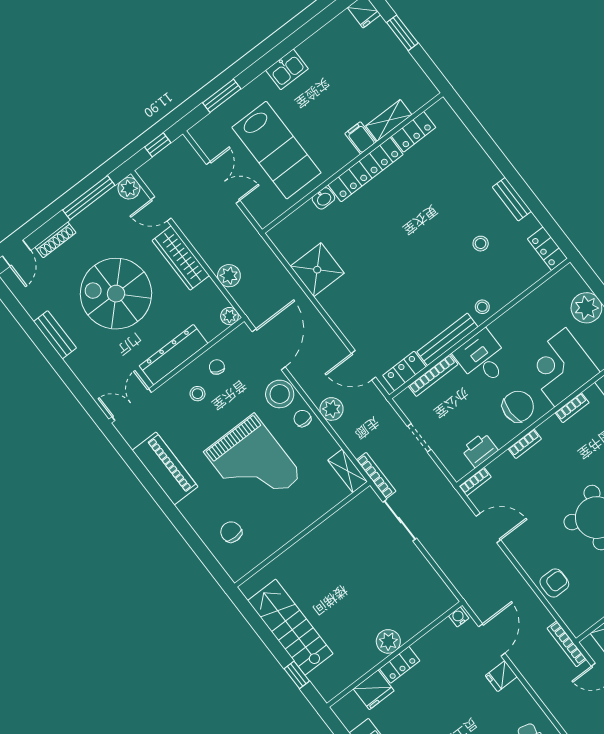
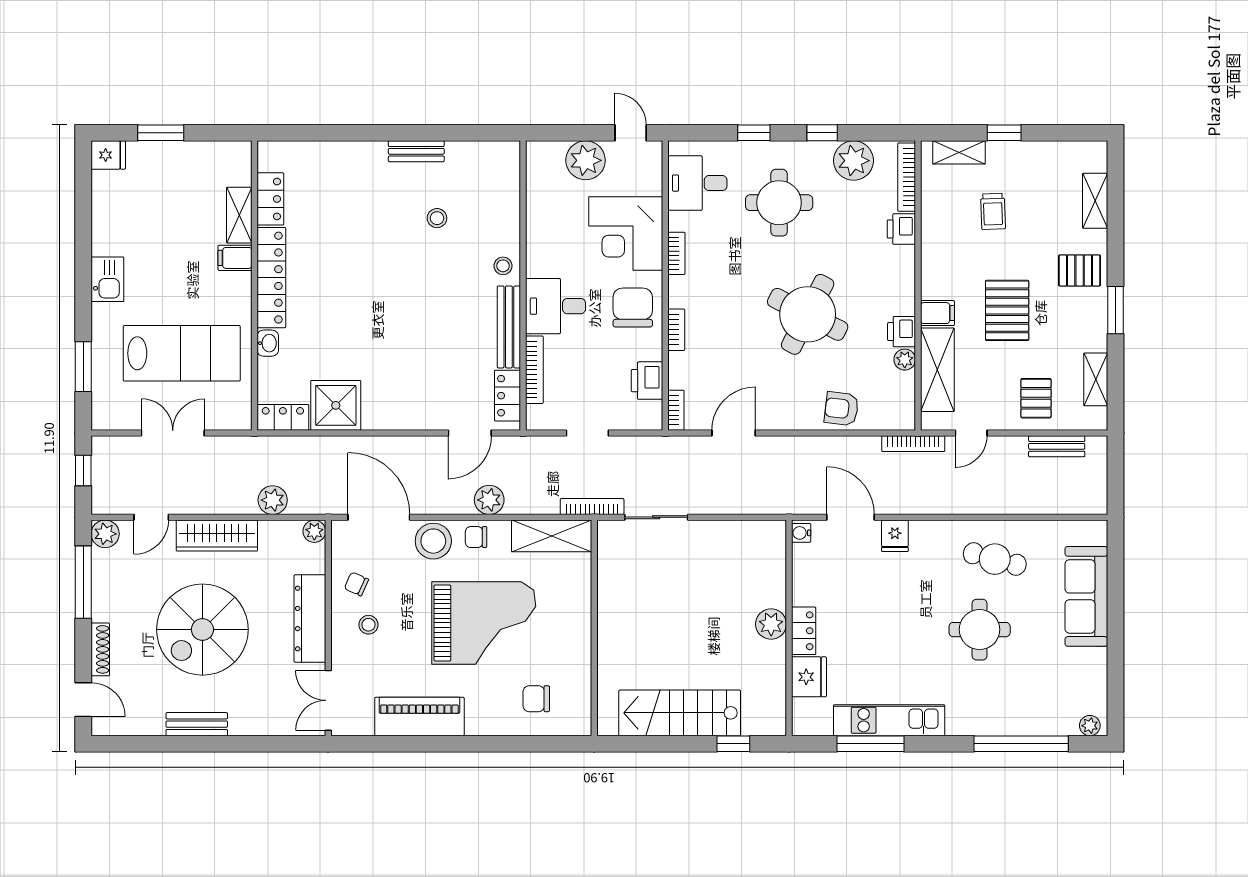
locker: (547, 249) -> (283, 417), moved, turned 180
shelving: (348, 471) -> (552, 536), width x1.50, depth x1.33
armchair: (554, 583) -> (841, 409), turned -83

